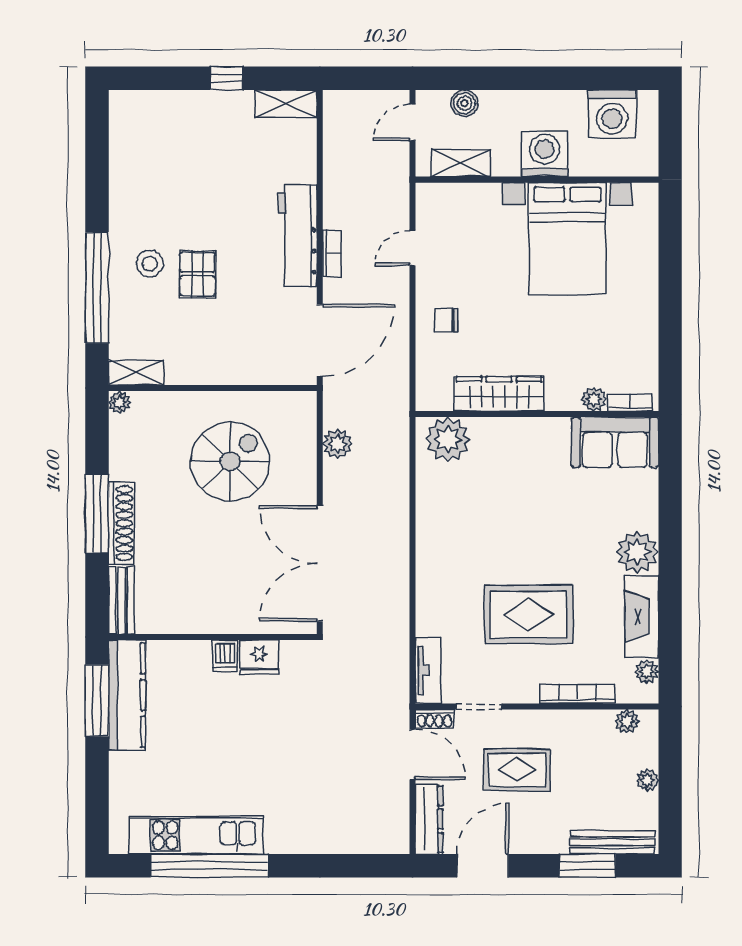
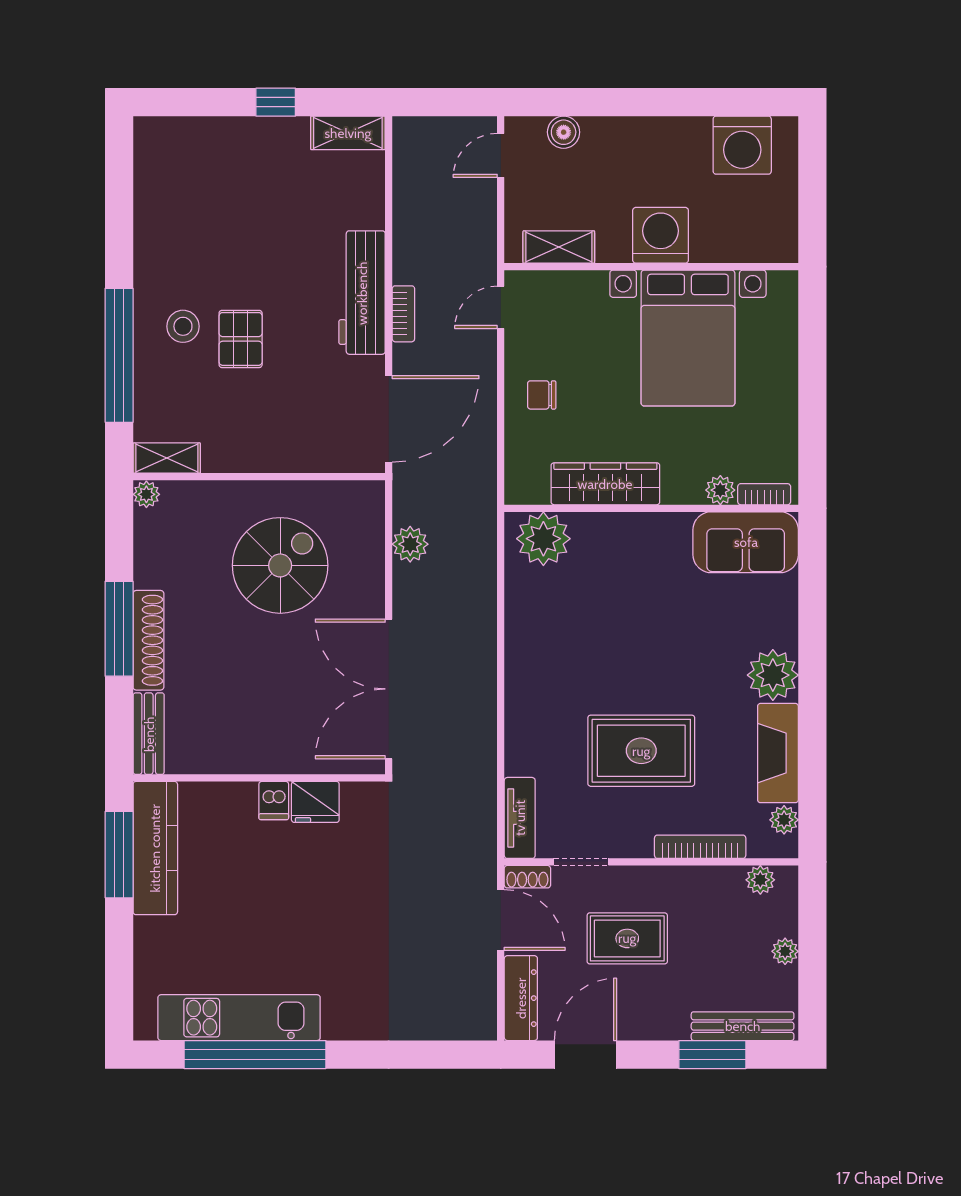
washing machine: (545, 154) -> (661, 235), moved
shelving: (461, 163) -> (559, 247), moved
wall: (537, 180) -> (651, 267), moved
bed with nightstands: (567, 239) -> (688, 338), moved

